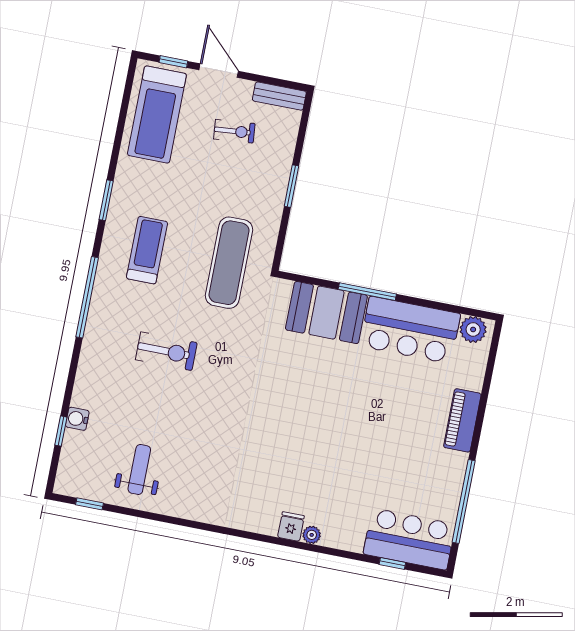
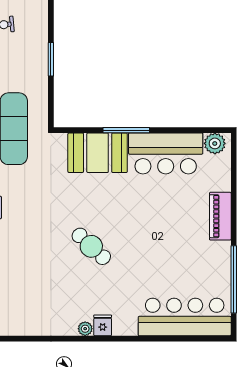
cafe table: (296, 426) -> (91, 246), added
plant: (312, 535) -> (85, 329), moved
bar counter: (409, 539) -> (185, 317), width x1.36
window: (392, 563) -> (188, 339), removed

